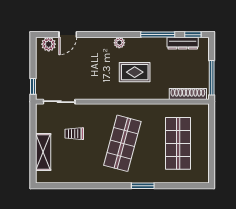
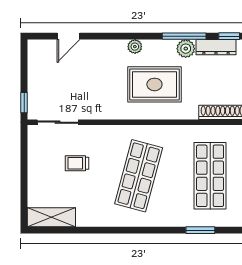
plant: (49, 44) -> (186, 49), moved
rug: (135, 72) -> (154, 84), width x1.36, depth x1.43
shelving: (43, 152) -> (51, 217), moved, turned 90
window: (143, 186) -> (200, 230), moved

